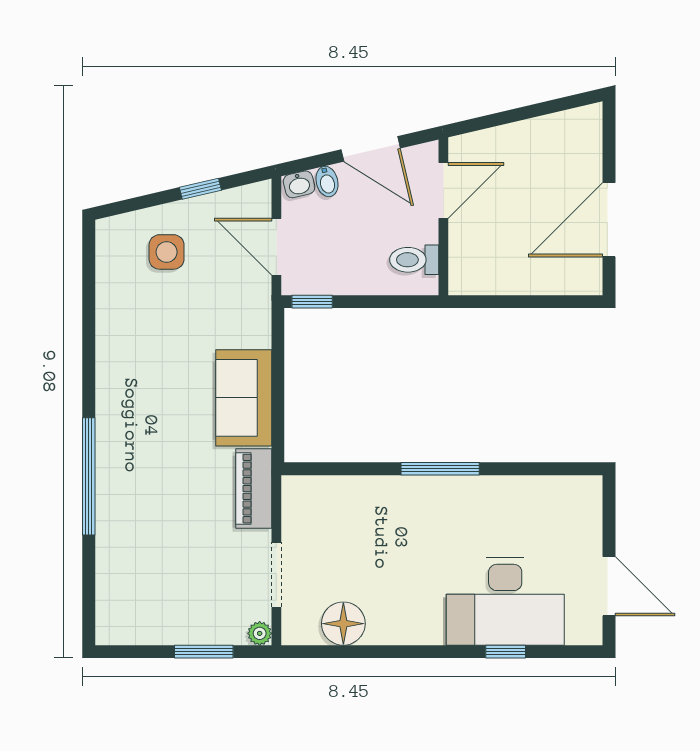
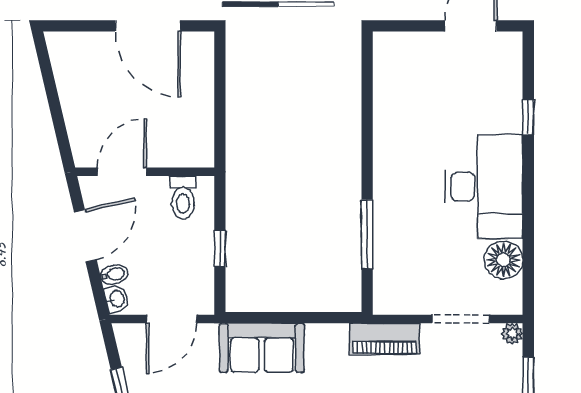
door: (443, 190) -> (122, 172), hinge flipped
window: (312, 302) -> (220, 249), moved
sofa: (244, 398) -> (262, 348), moved
window: (440, 469) -> (367, 234), moved
desk: (505, 601) -> (484, 187), moved

